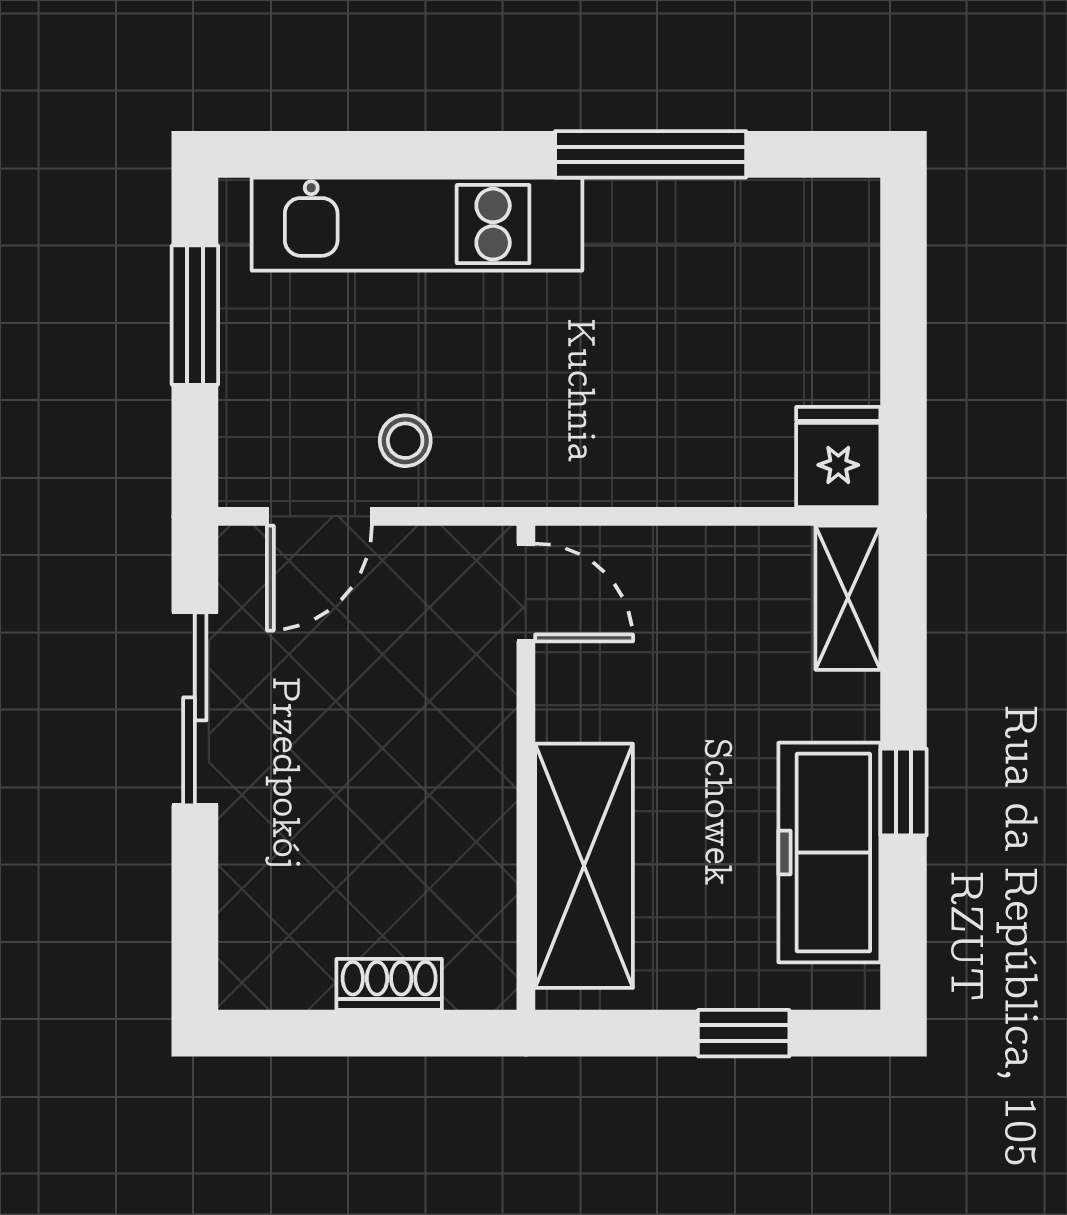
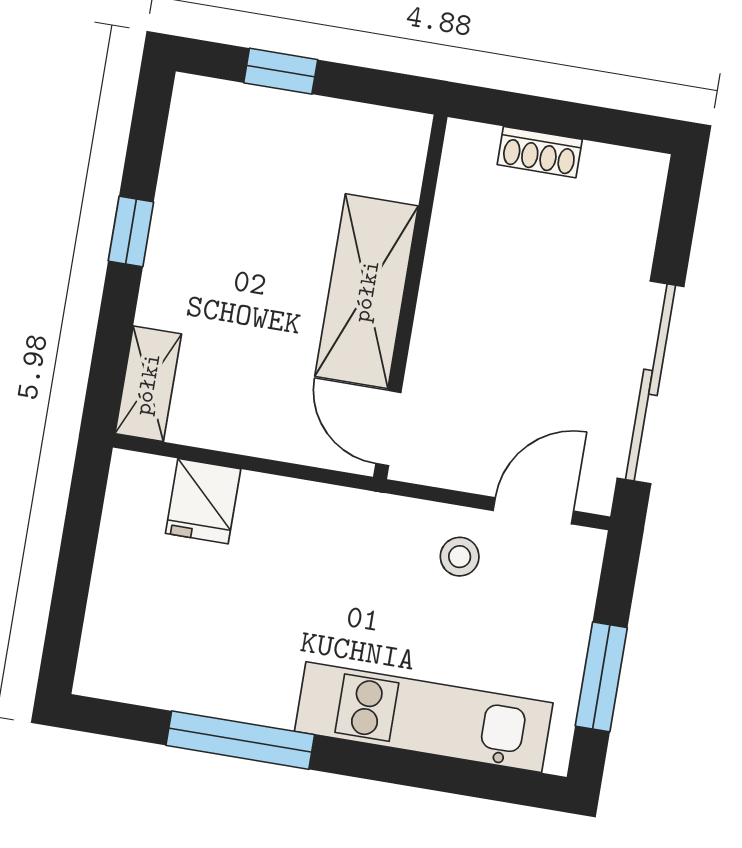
fridge: (838, 457) -> (203, 501), moved
sliding door: (195, 709) -> (651, 382), width x1.37
freezer: (829, 853) -> (194, 196), removed
shelving: (584, 866) -> (367, 291), moved

